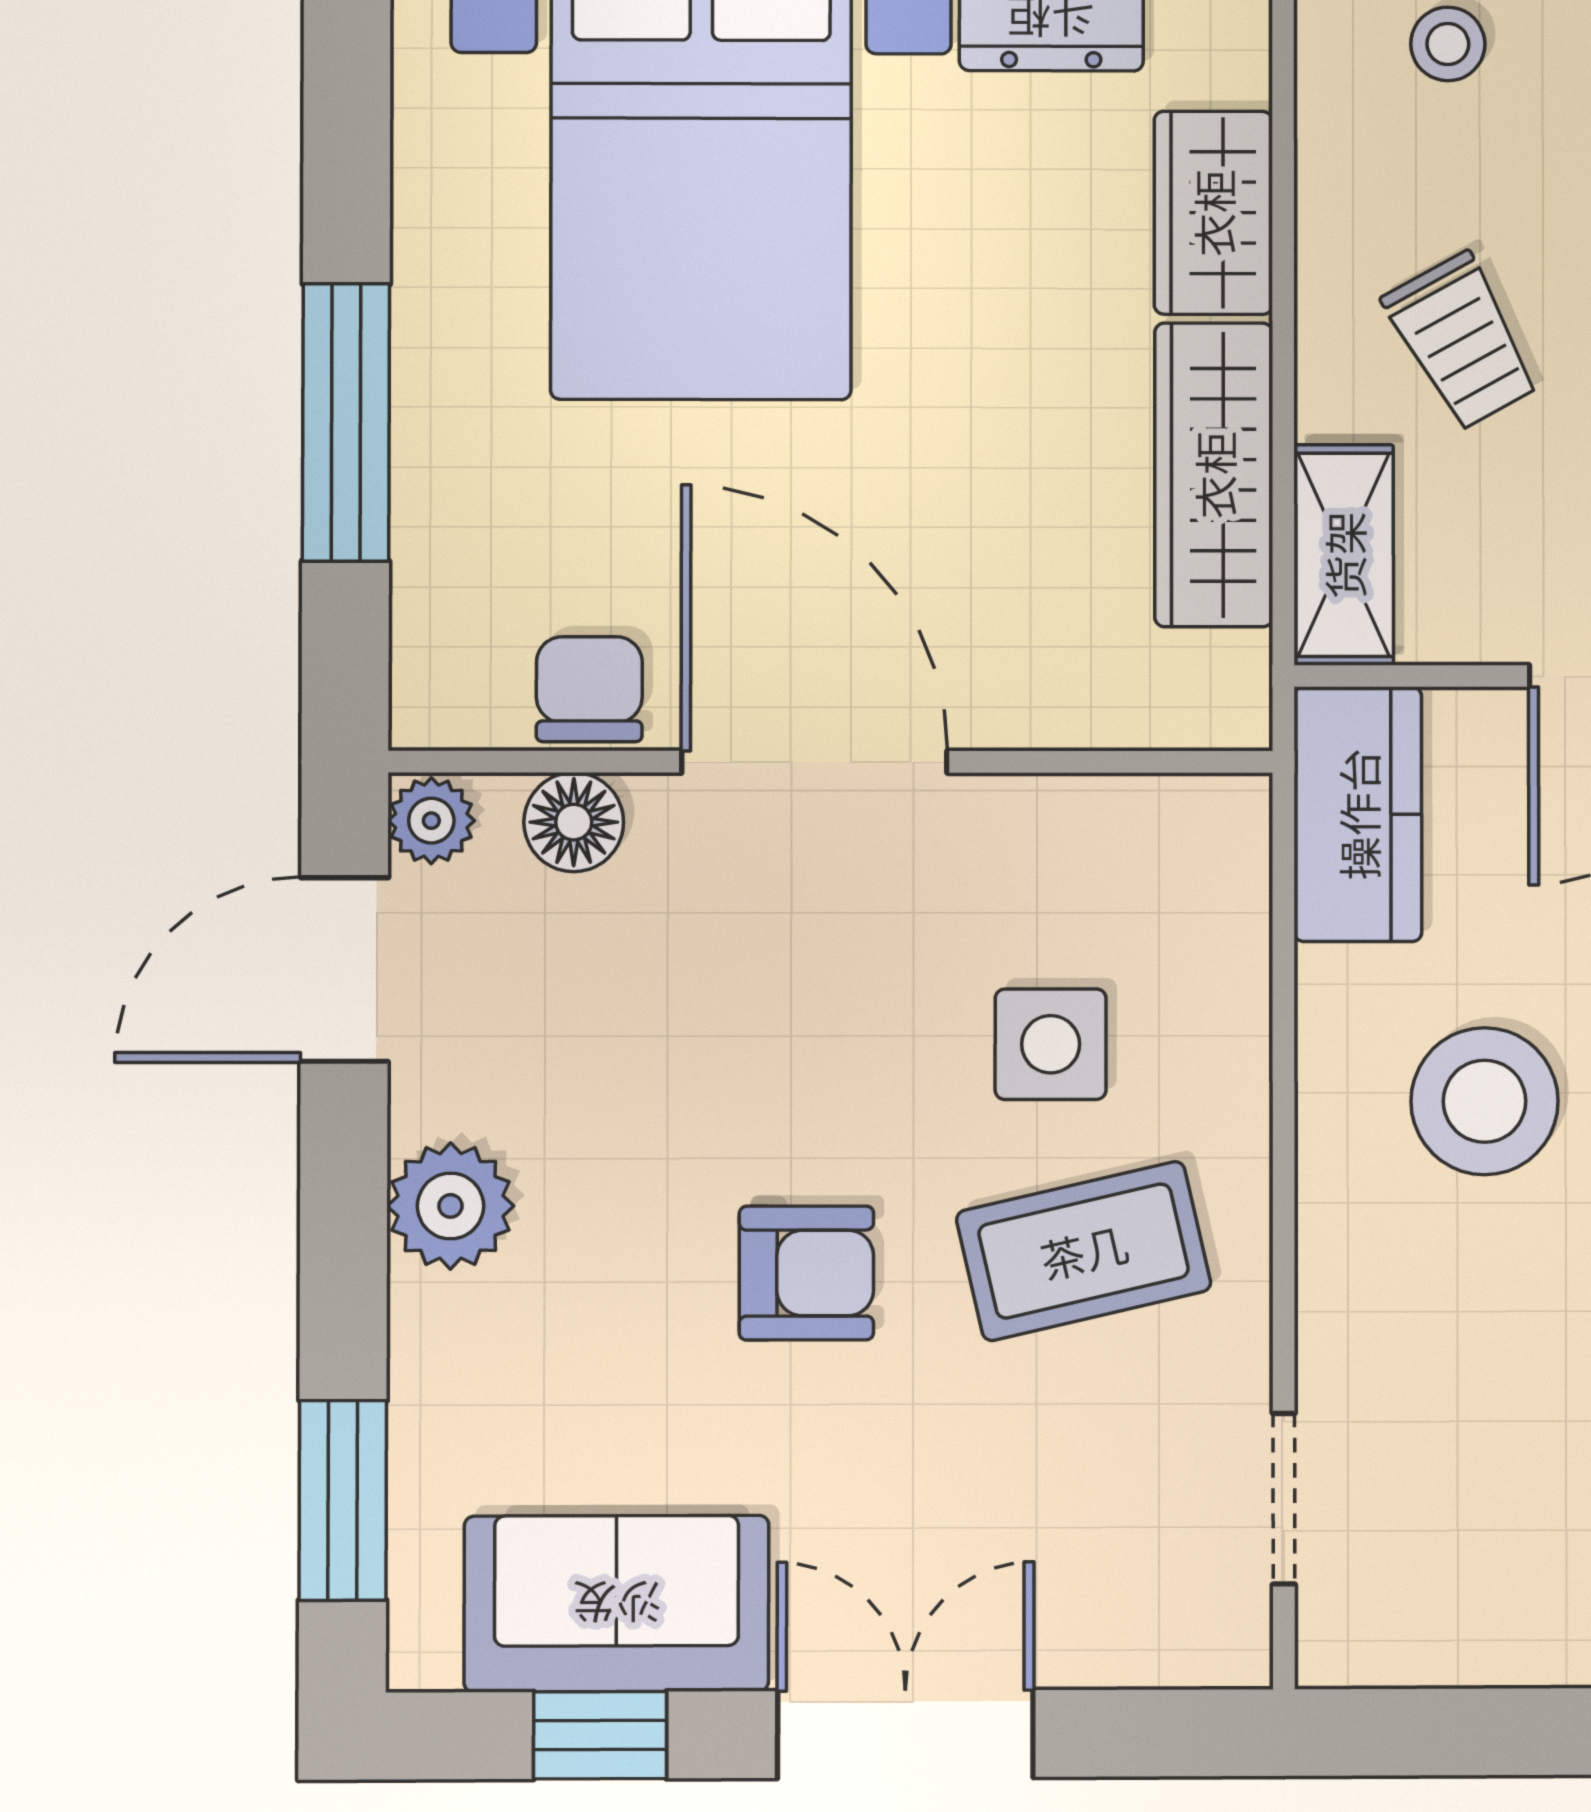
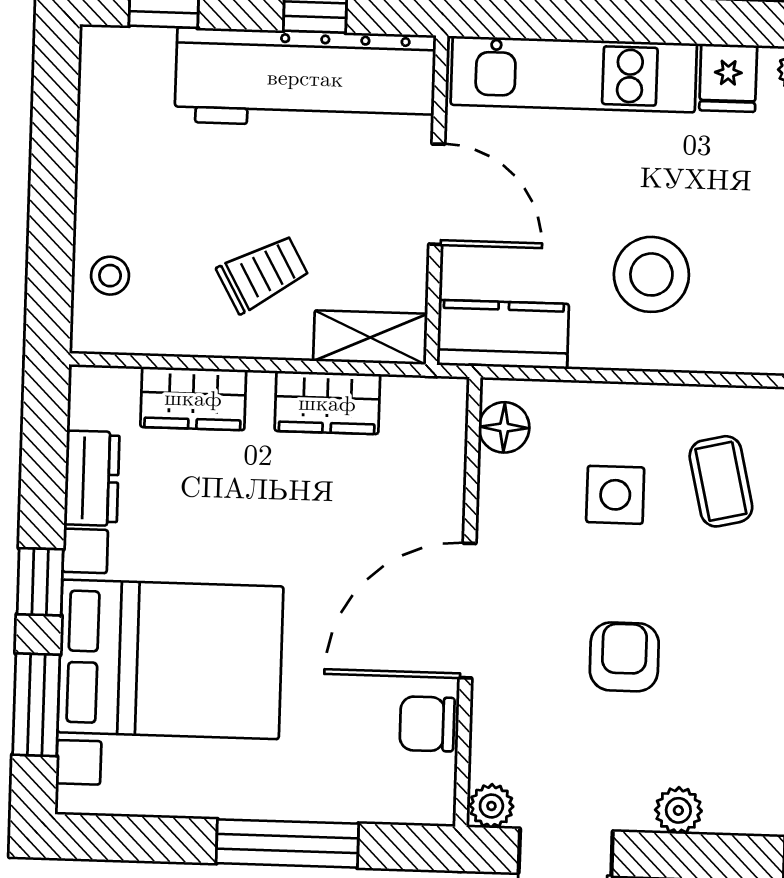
wardrobe: (1214, 475) -> (327, 403), width x0.67
floor lamp: (574, 822) -> (504, 427), moved
plant: (451, 1206) -> (678, 810), width x0.73, depth x0.73
coffee table: (1084, 1251) -> (721, 481), width x0.73, depth x0.77
armchair: (806, 1273) -> (624, 657), moved

